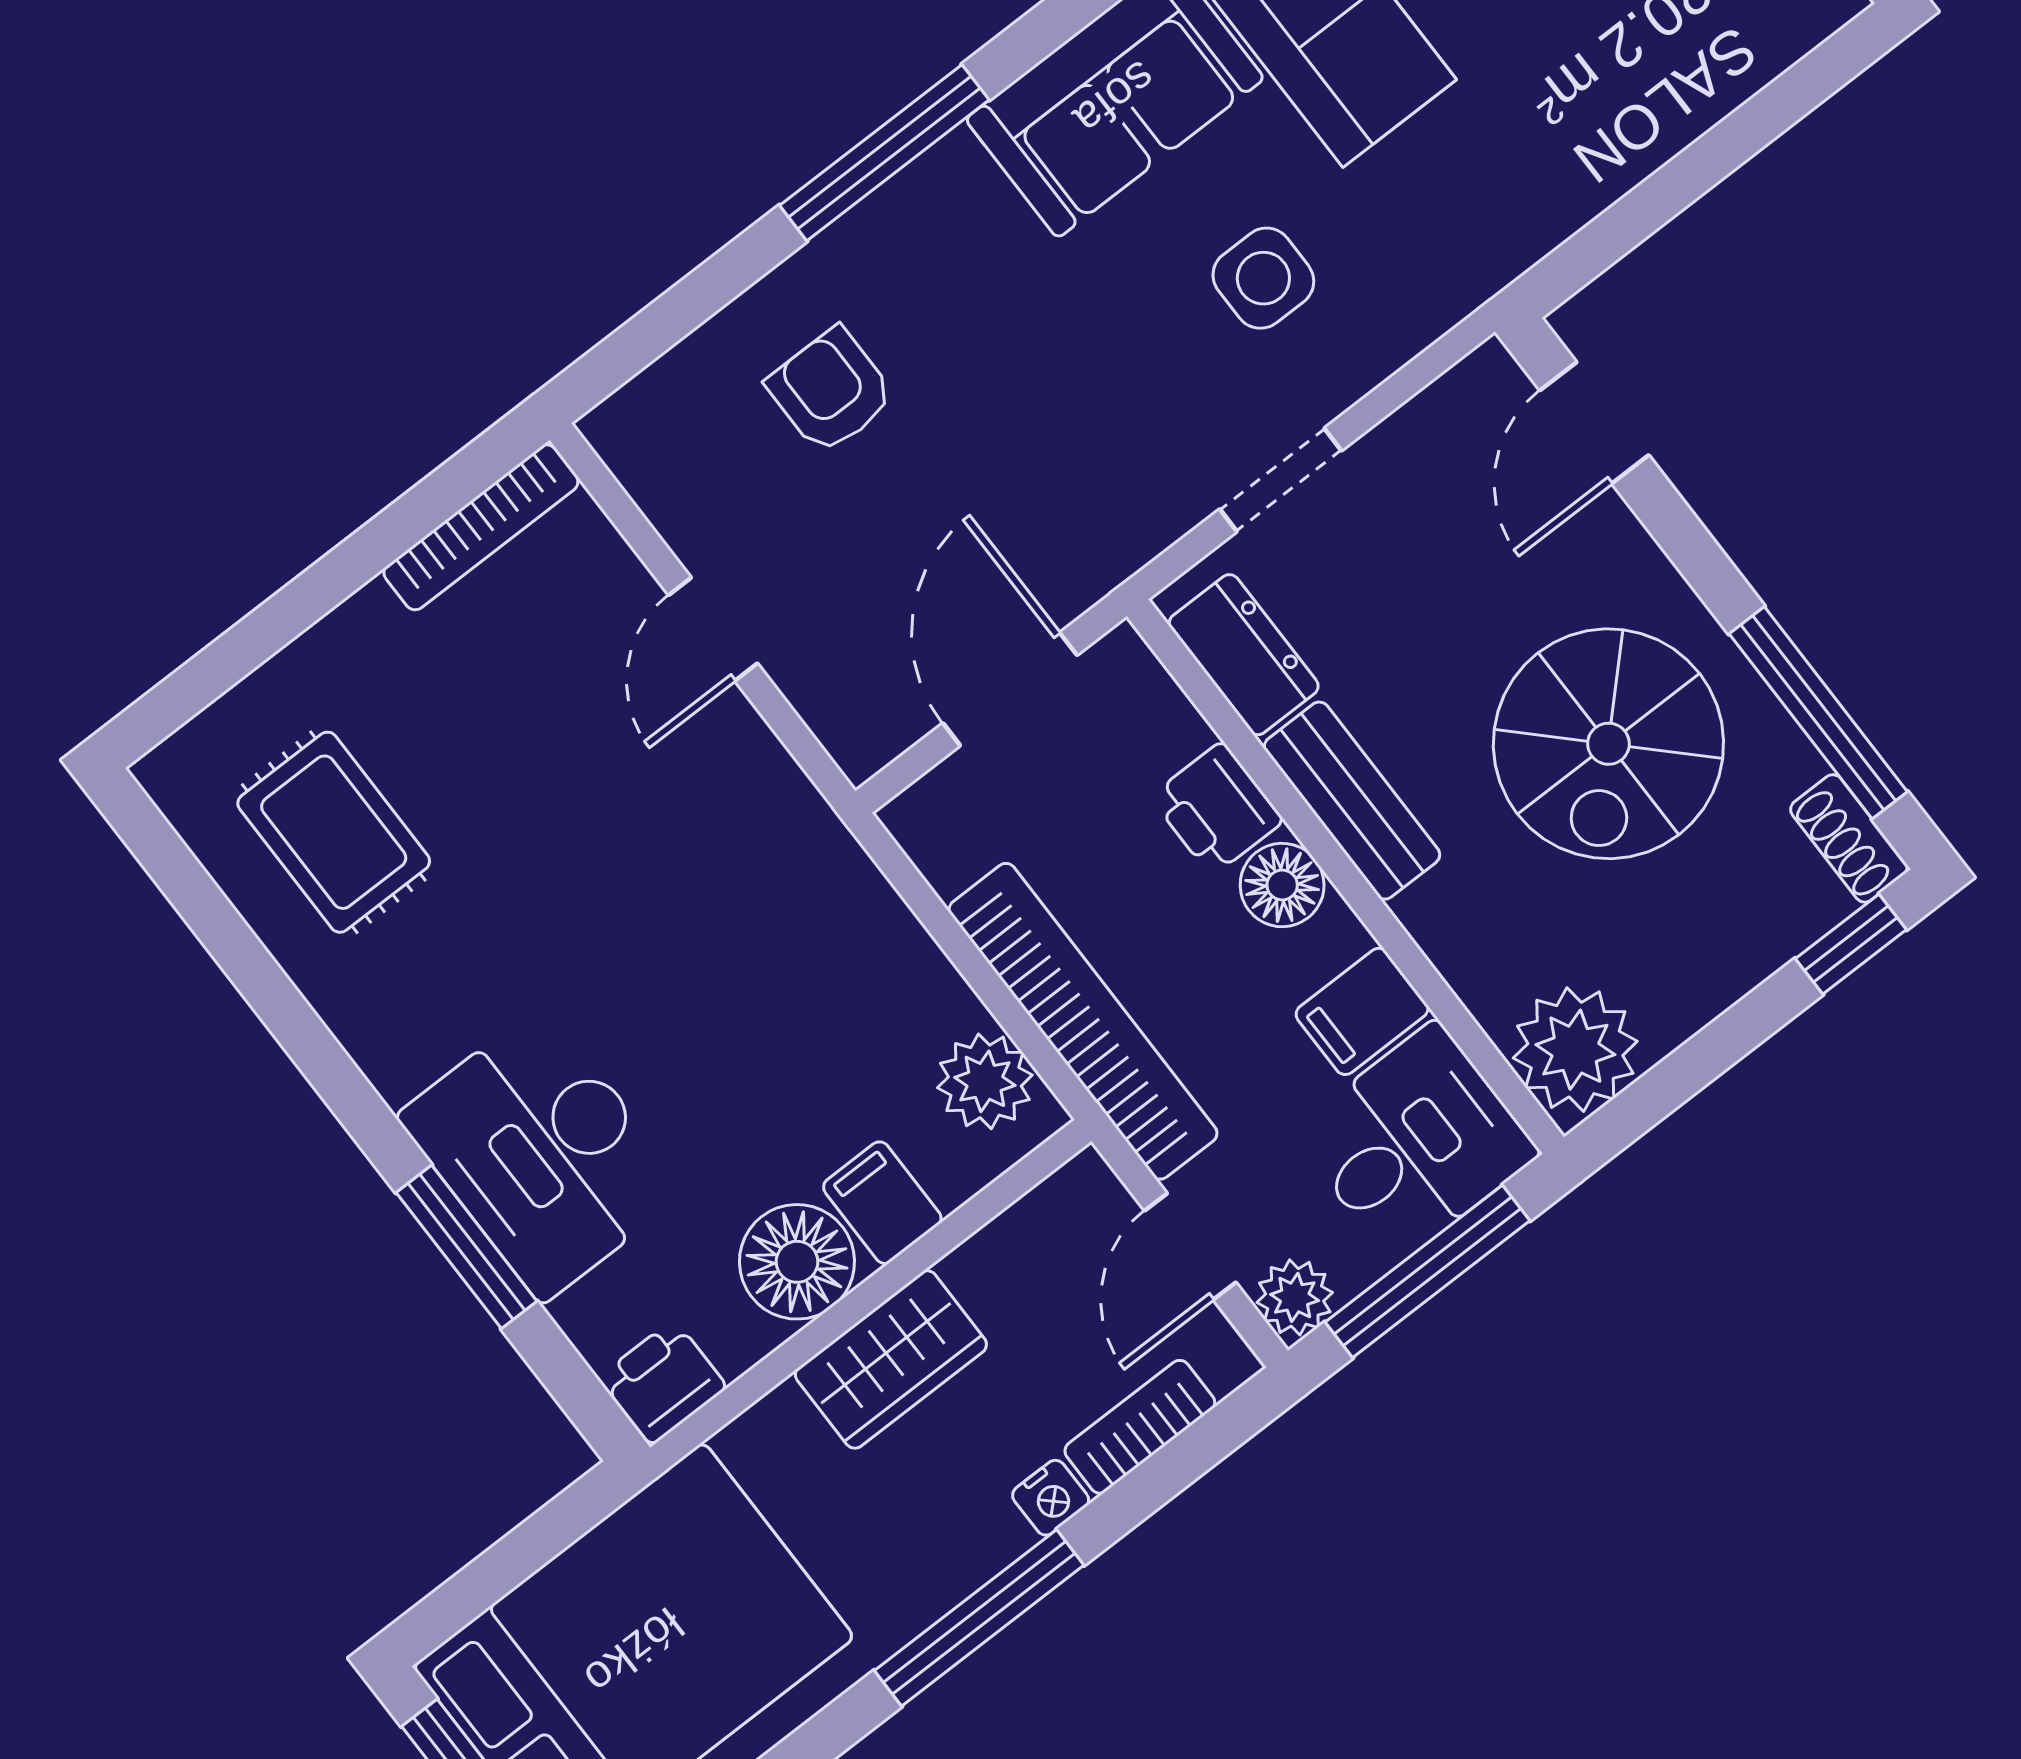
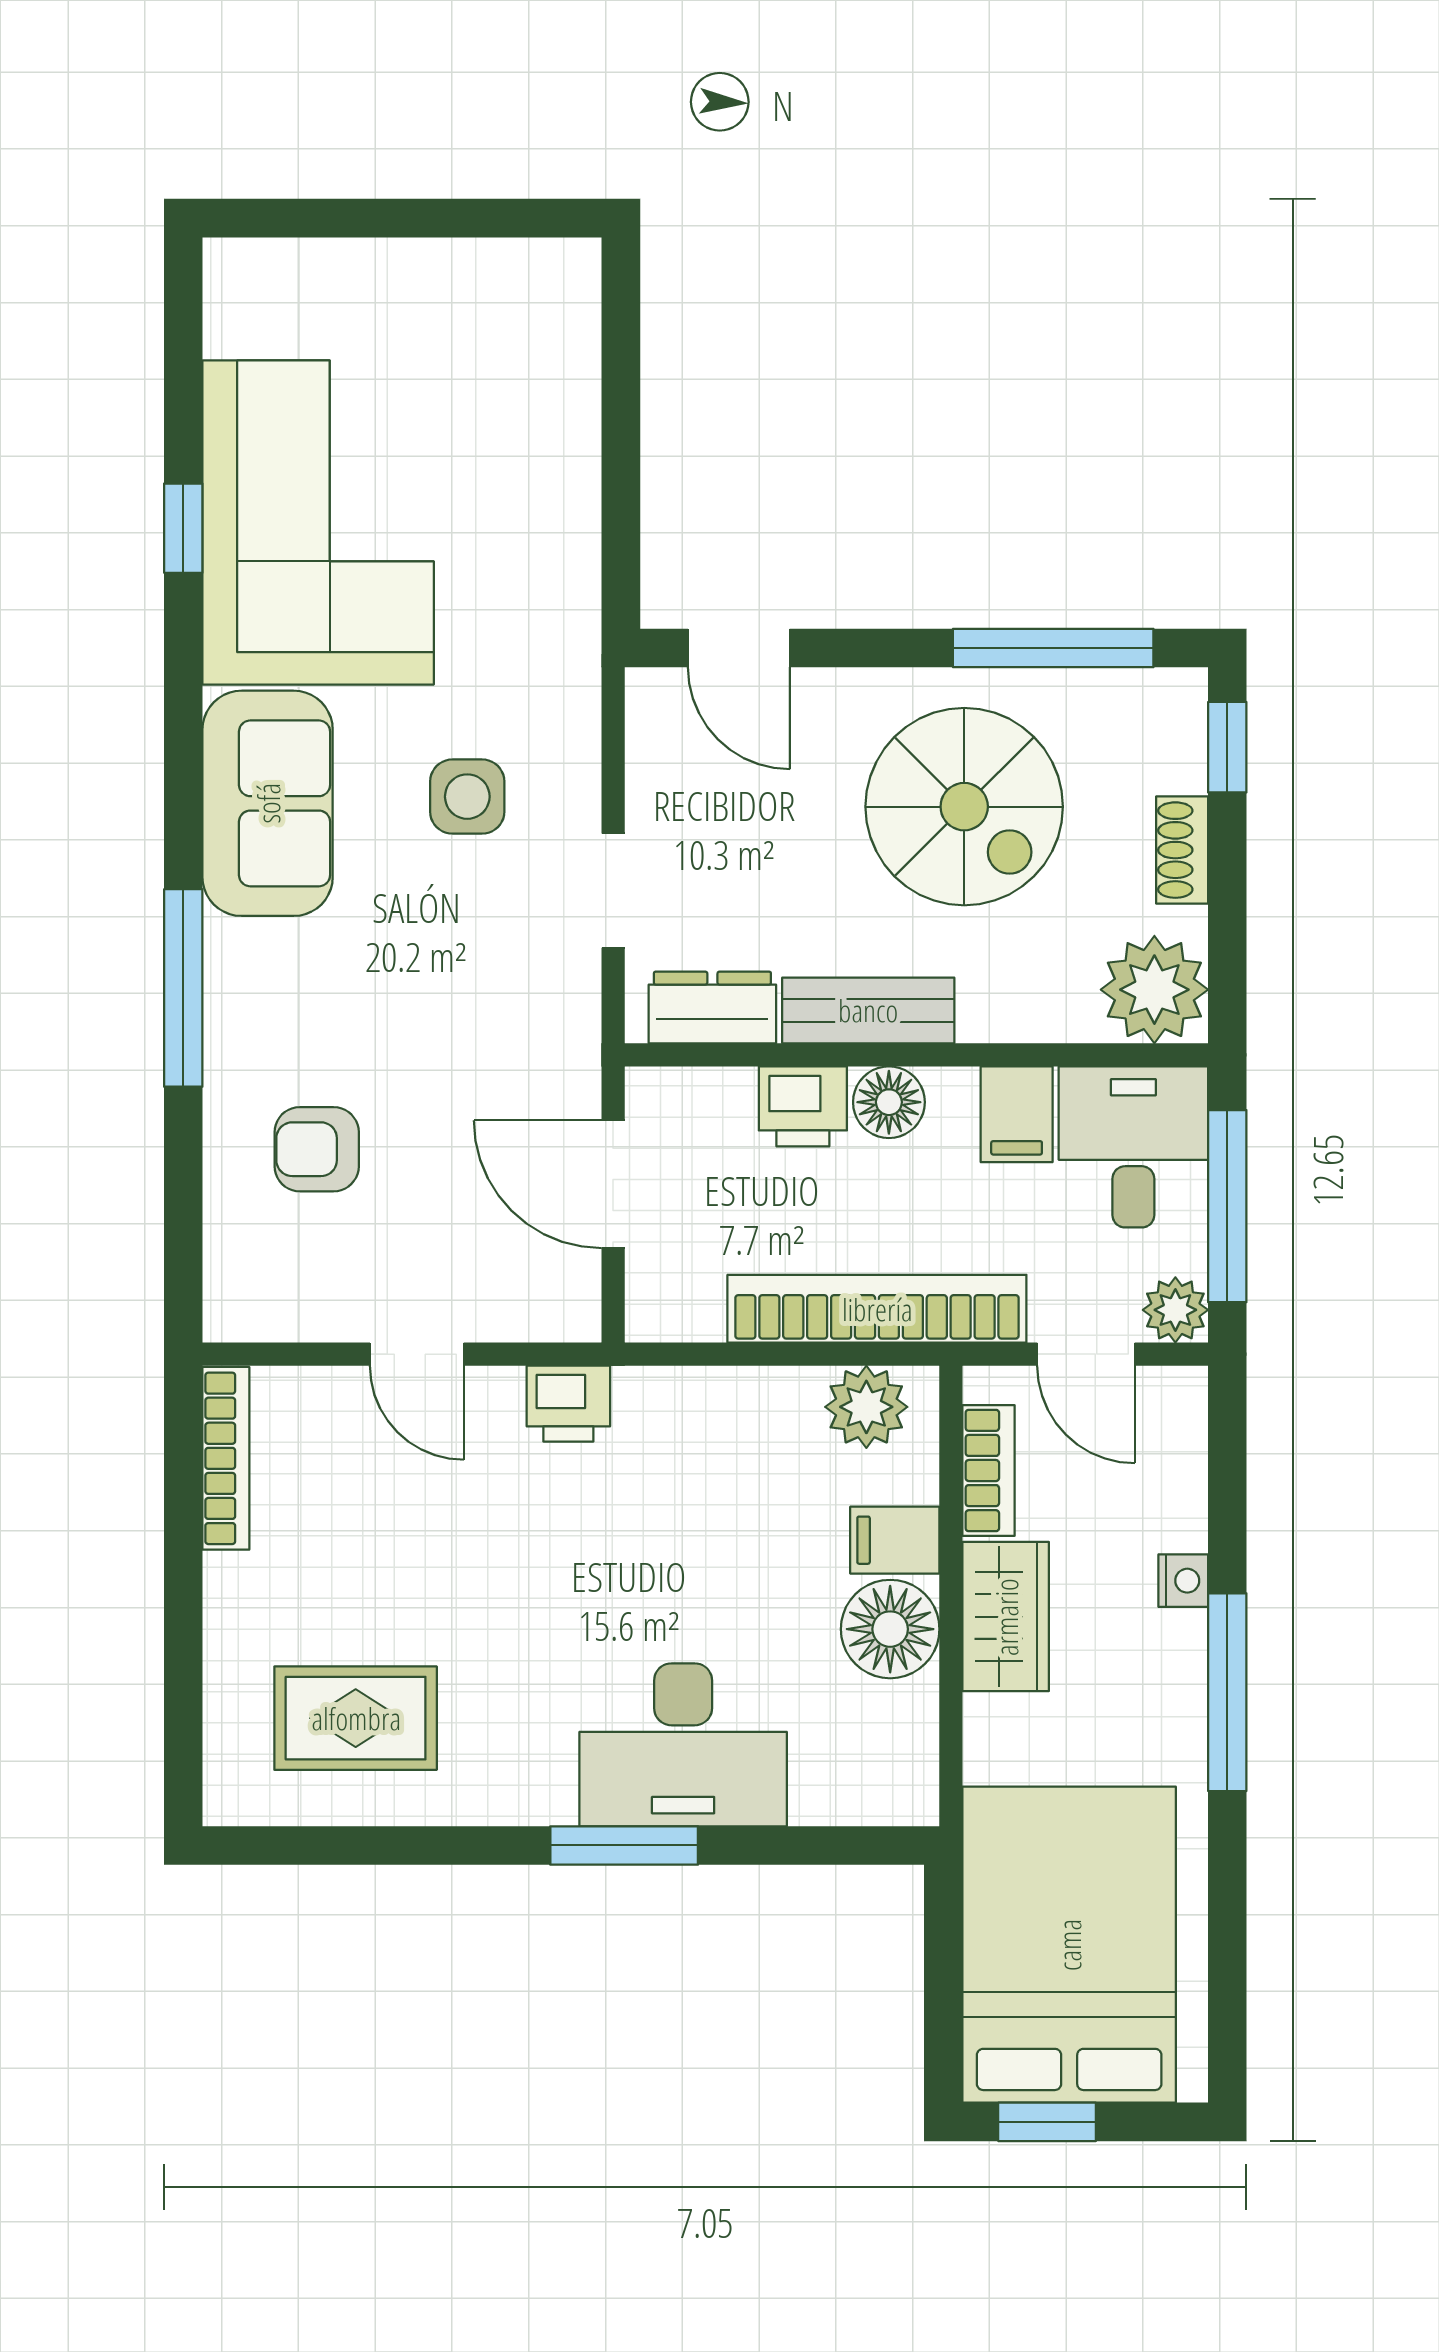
shoe rack: (1849, 838) -> (1182, 850), moved, turned 90
window: (467, 1247) -> (624, 1845), moved
printer: (663, 1382) -> (568, 1404), moved, turned -90
bookcase: (1140, 1427) -> (989, 1471), moved, turned 180

